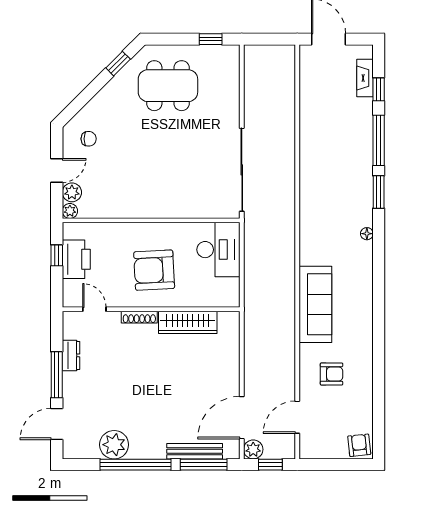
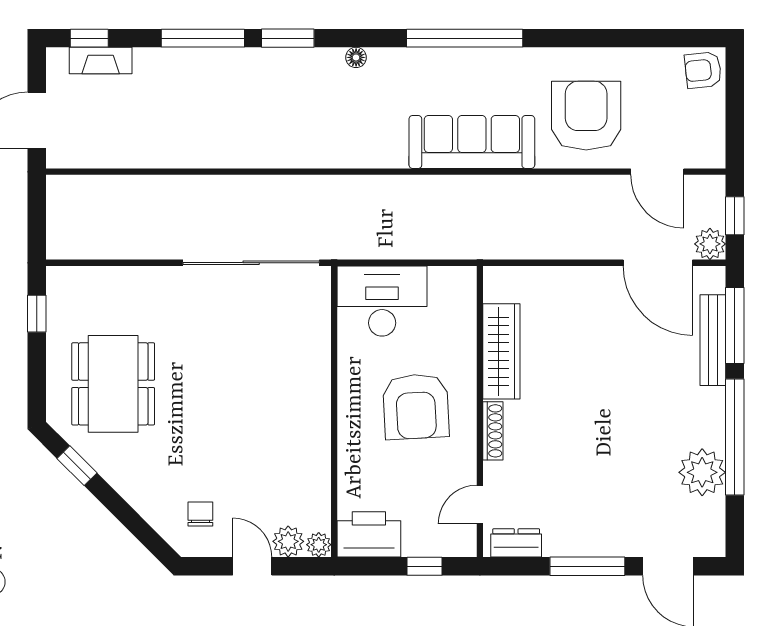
window: (379, 89) -> (89, 38), moved
window: (57, 255) -> (424, 566), moved
printer: (76, 259) -> (369, 534), moved
window: (379, 300) -> (465, 38), added
dresser: (71, 355) -> (516, 543), moved
armchair: (331, 374) -> (586, 116), width x1.88, depth x1.88

